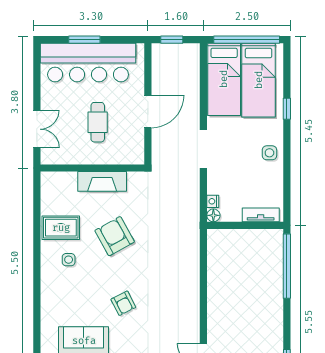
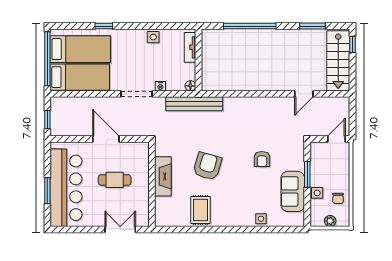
side table: (269, 153) -> (153, 37), moved
nightstand: (213, 201) -> (160, 86), moved
bench: (191, 220) -> (194, 104), added
armchair: (115, 236) -> (207, 166), turned 135
side table: (69, 260) -> (261, 219), moved
window: (287, 266) -> (250, 26), moved
armchair: (123, 303) -> (262, 159), turned 117

